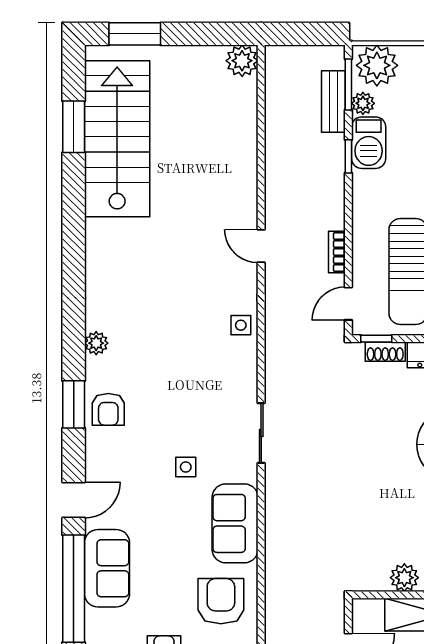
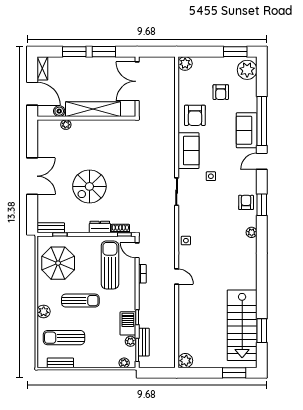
plant: (377, 65) -> (124, 363), width x0.53, depth x0.53
door: (348, 304) -> (137, 250), swing flipped
plant: (404, 578) -> (112, 126), removed

